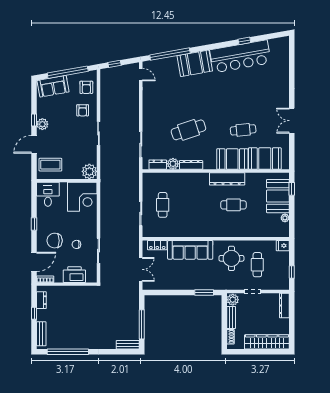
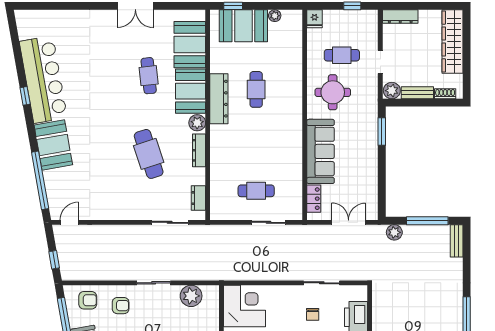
window: (244, 41) -> (25, 96), moved
plant: (173, 164) -> (197, 123), moved
plant: (89, 171) -> (191, 296), moved
plant: (134, 301) -> (394, 232), added

